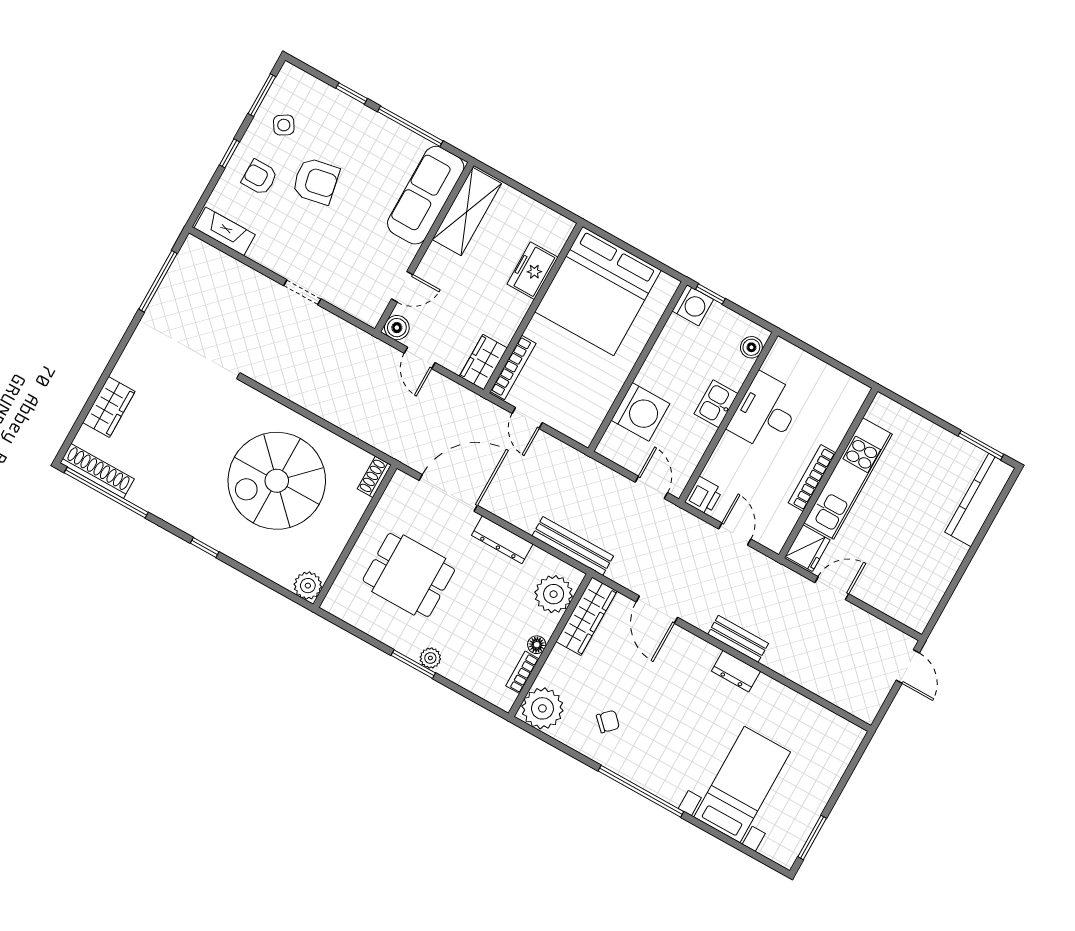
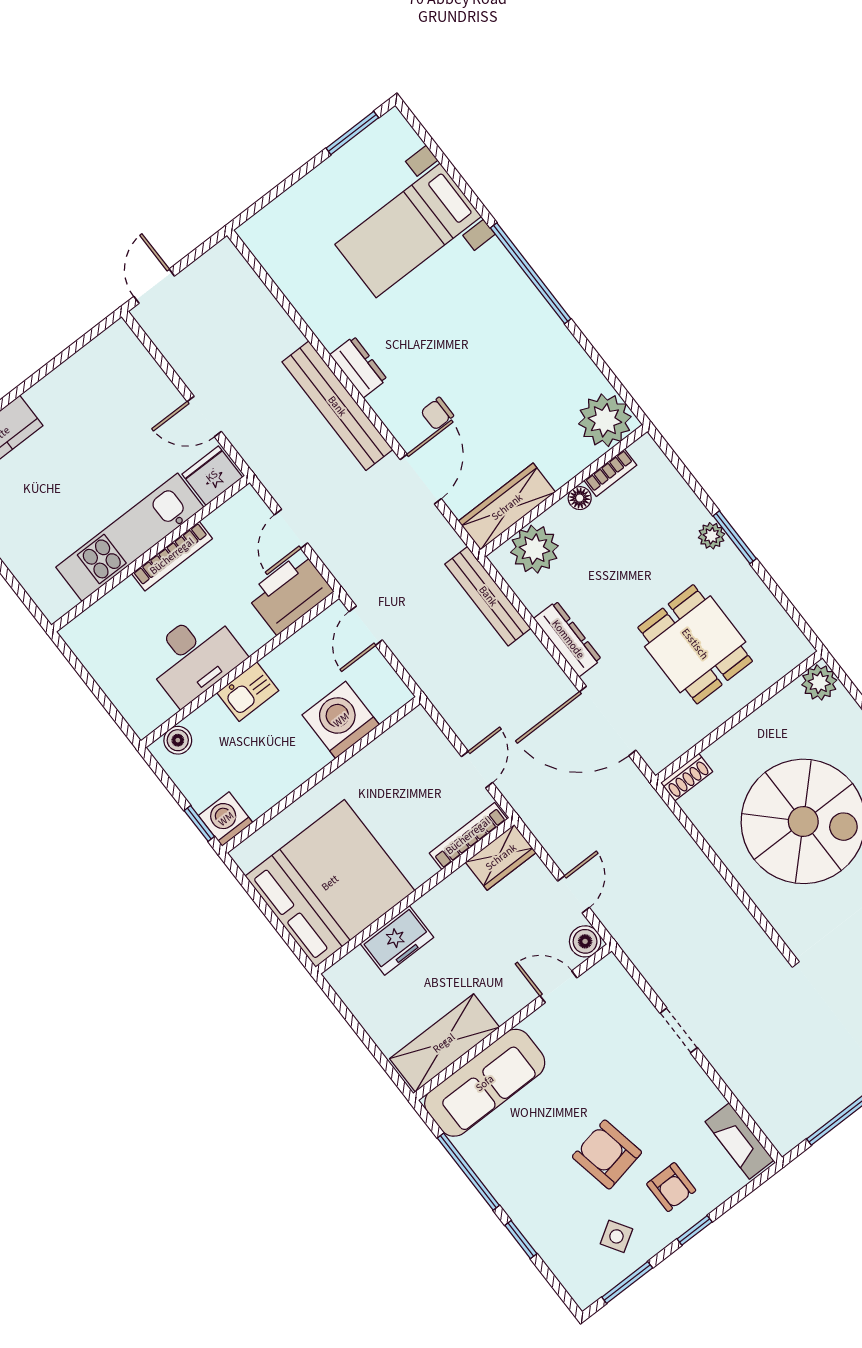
printer: (704, 496) -> (290, 593), width x1.87, depth x1.48
bench: (738, 639) -> (337, 406), width x1.86, depth x1.21
chair: (608, 722) -> (437, 414), moved, turned -45

